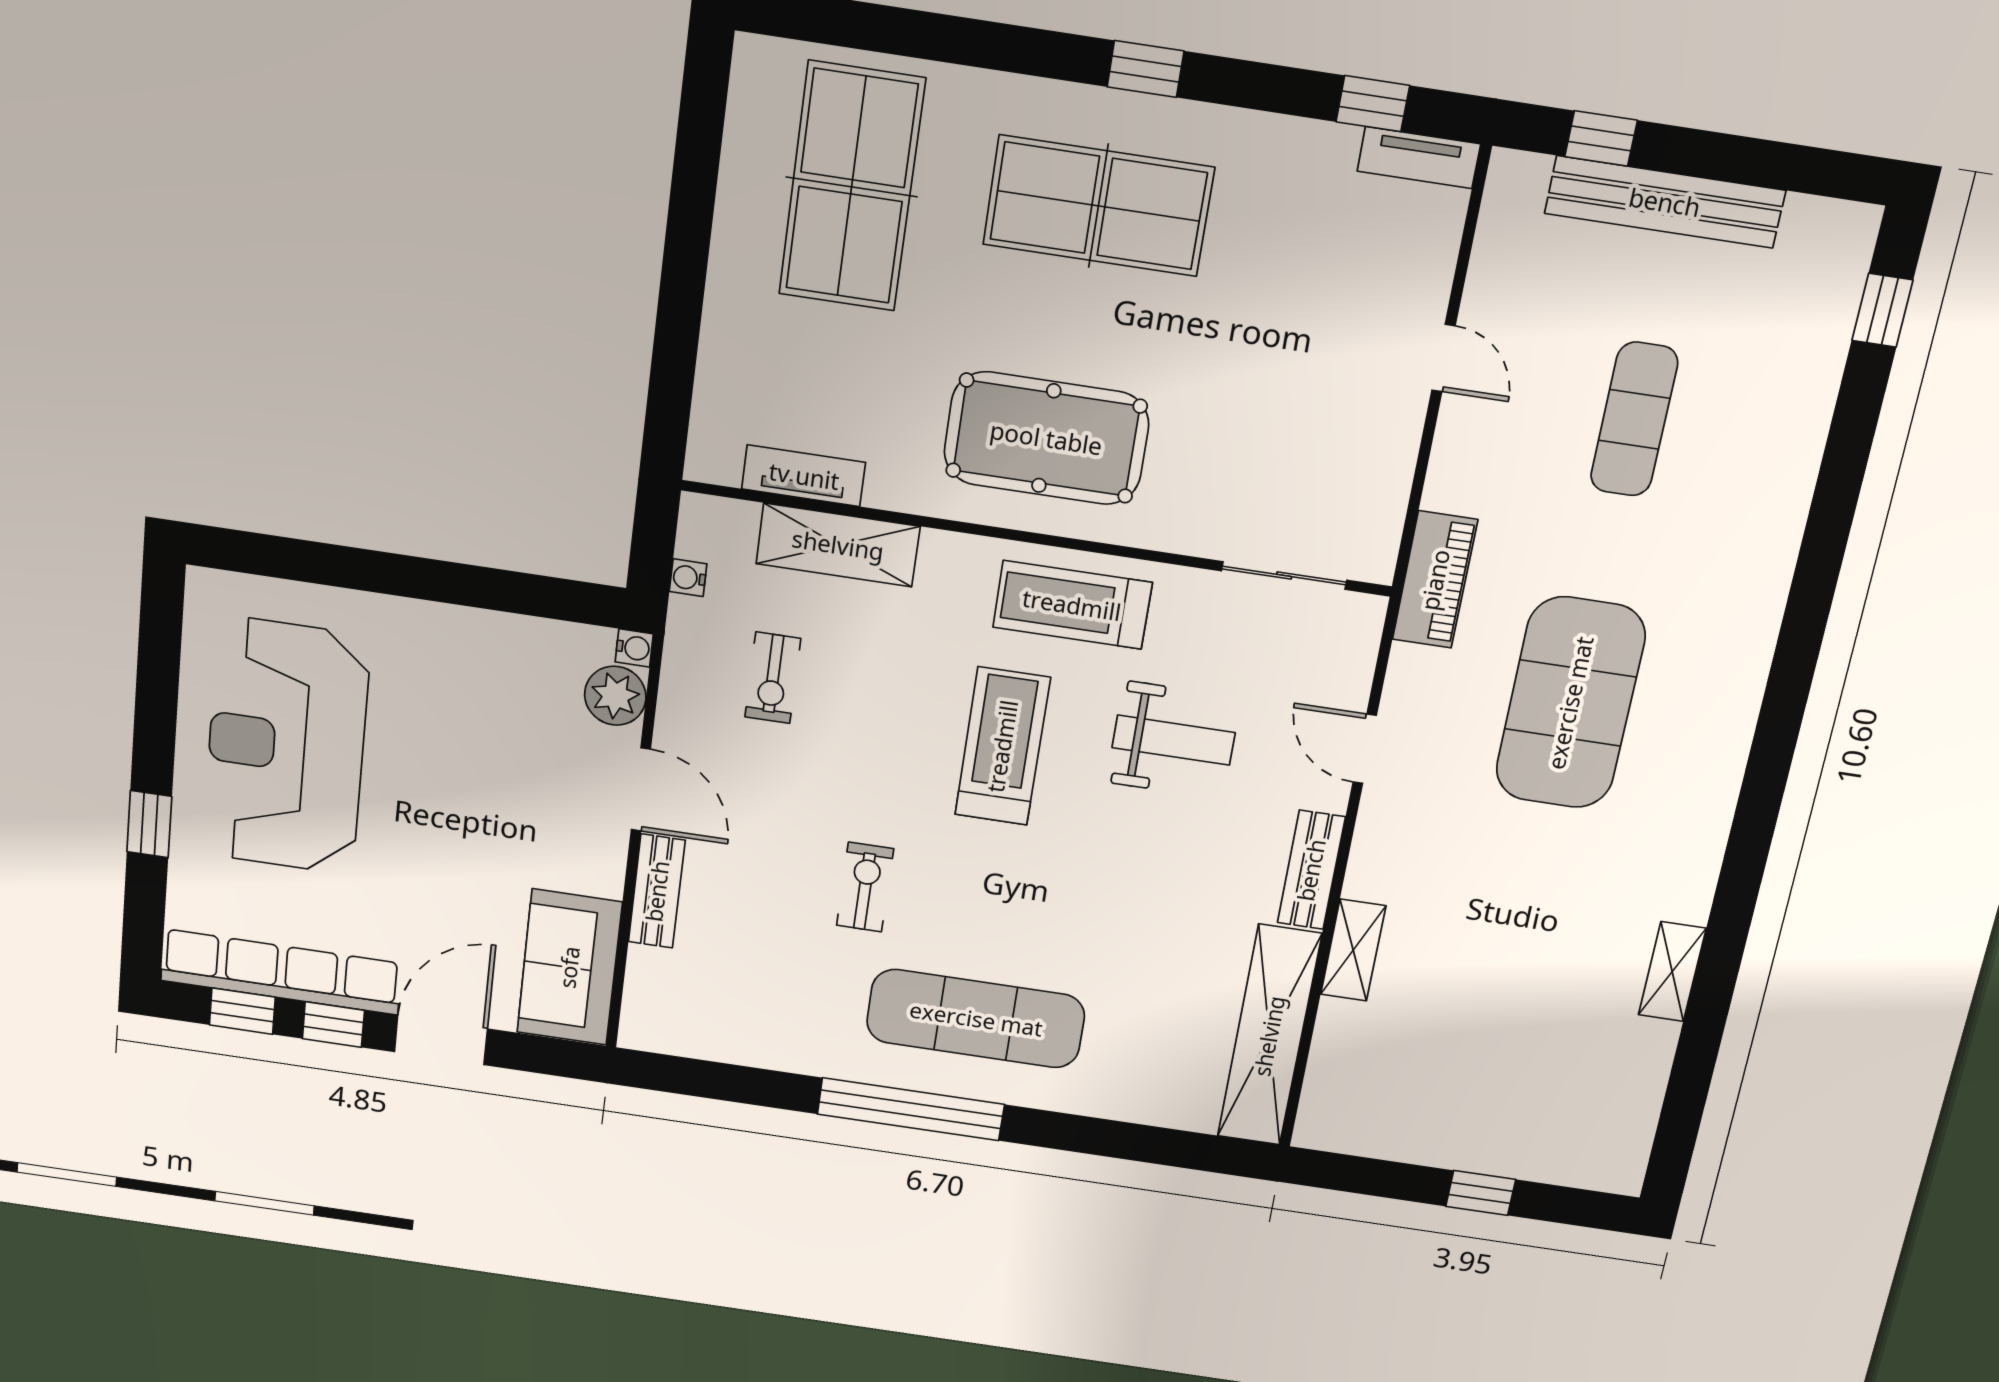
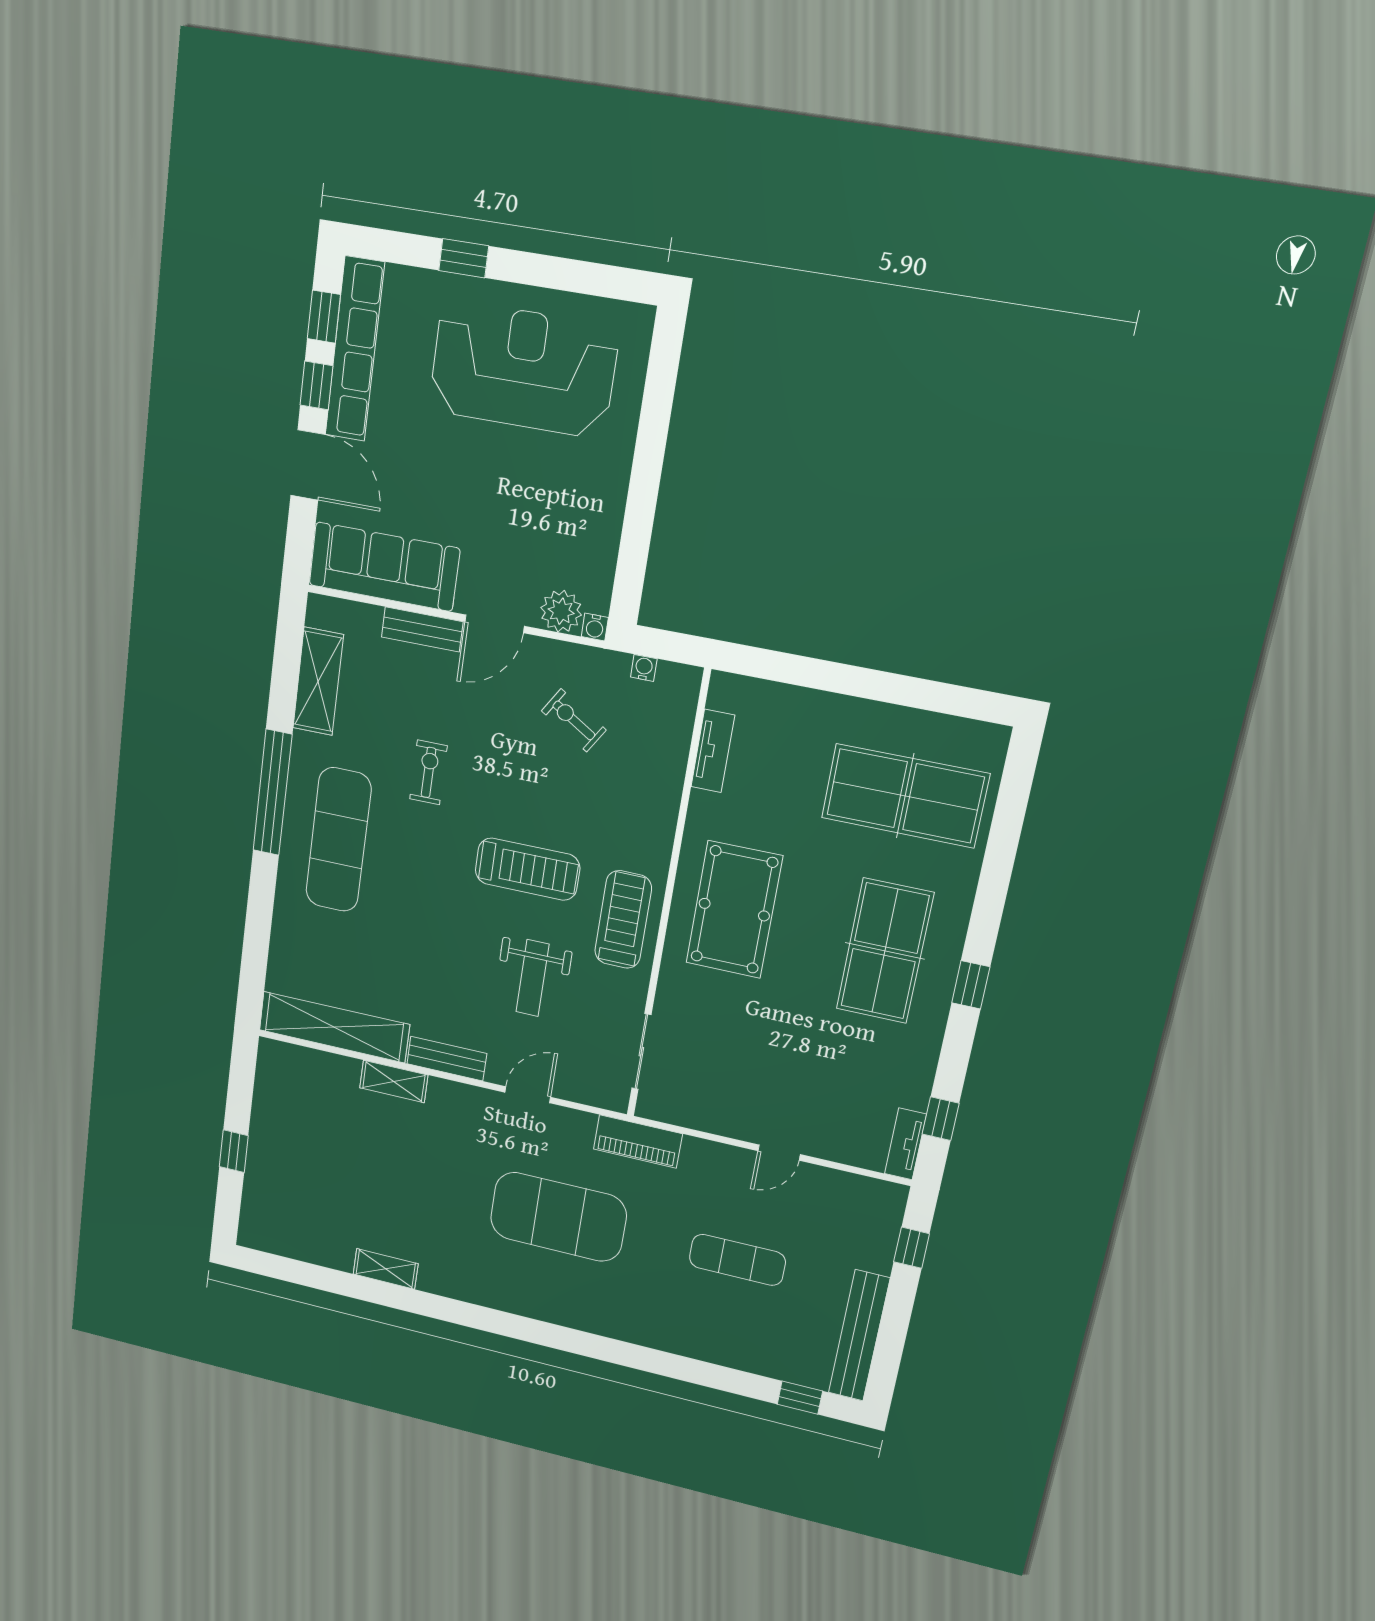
bench: (1665, 202) -> (859, 1336), moved
shelving: (838, 545) -> (318, 681), moved
exercise bike: (773, 678) -> (574, 720), turned 32
exercise bike: (865, 887) -> (428, 772), turned -90
sofa: (569, 967) -> (384, 567), width x1.36

